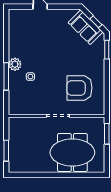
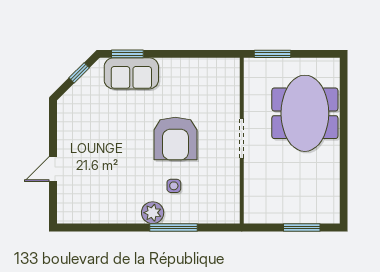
sofa: (85, 27) -> (131, 73), moved, turned 45
armchair: (80, 88) -> (175, 139), moved

